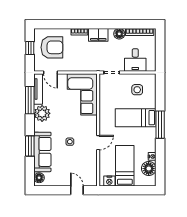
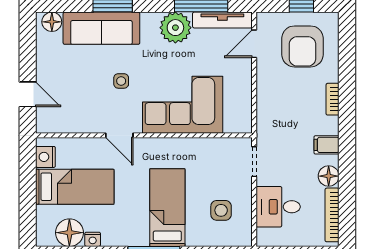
filing cabinet: (98, 35) -> (327, 145), width x0.50
corner sofa: (82, 94) -> (183, 105), moved
door: (77, 190) -> (28, 94), hinge flipped

